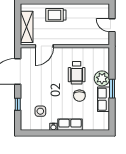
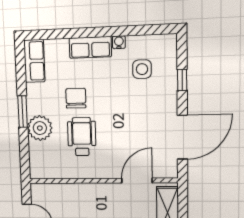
row of seats: (104, 99) -> (34, 61), moved

